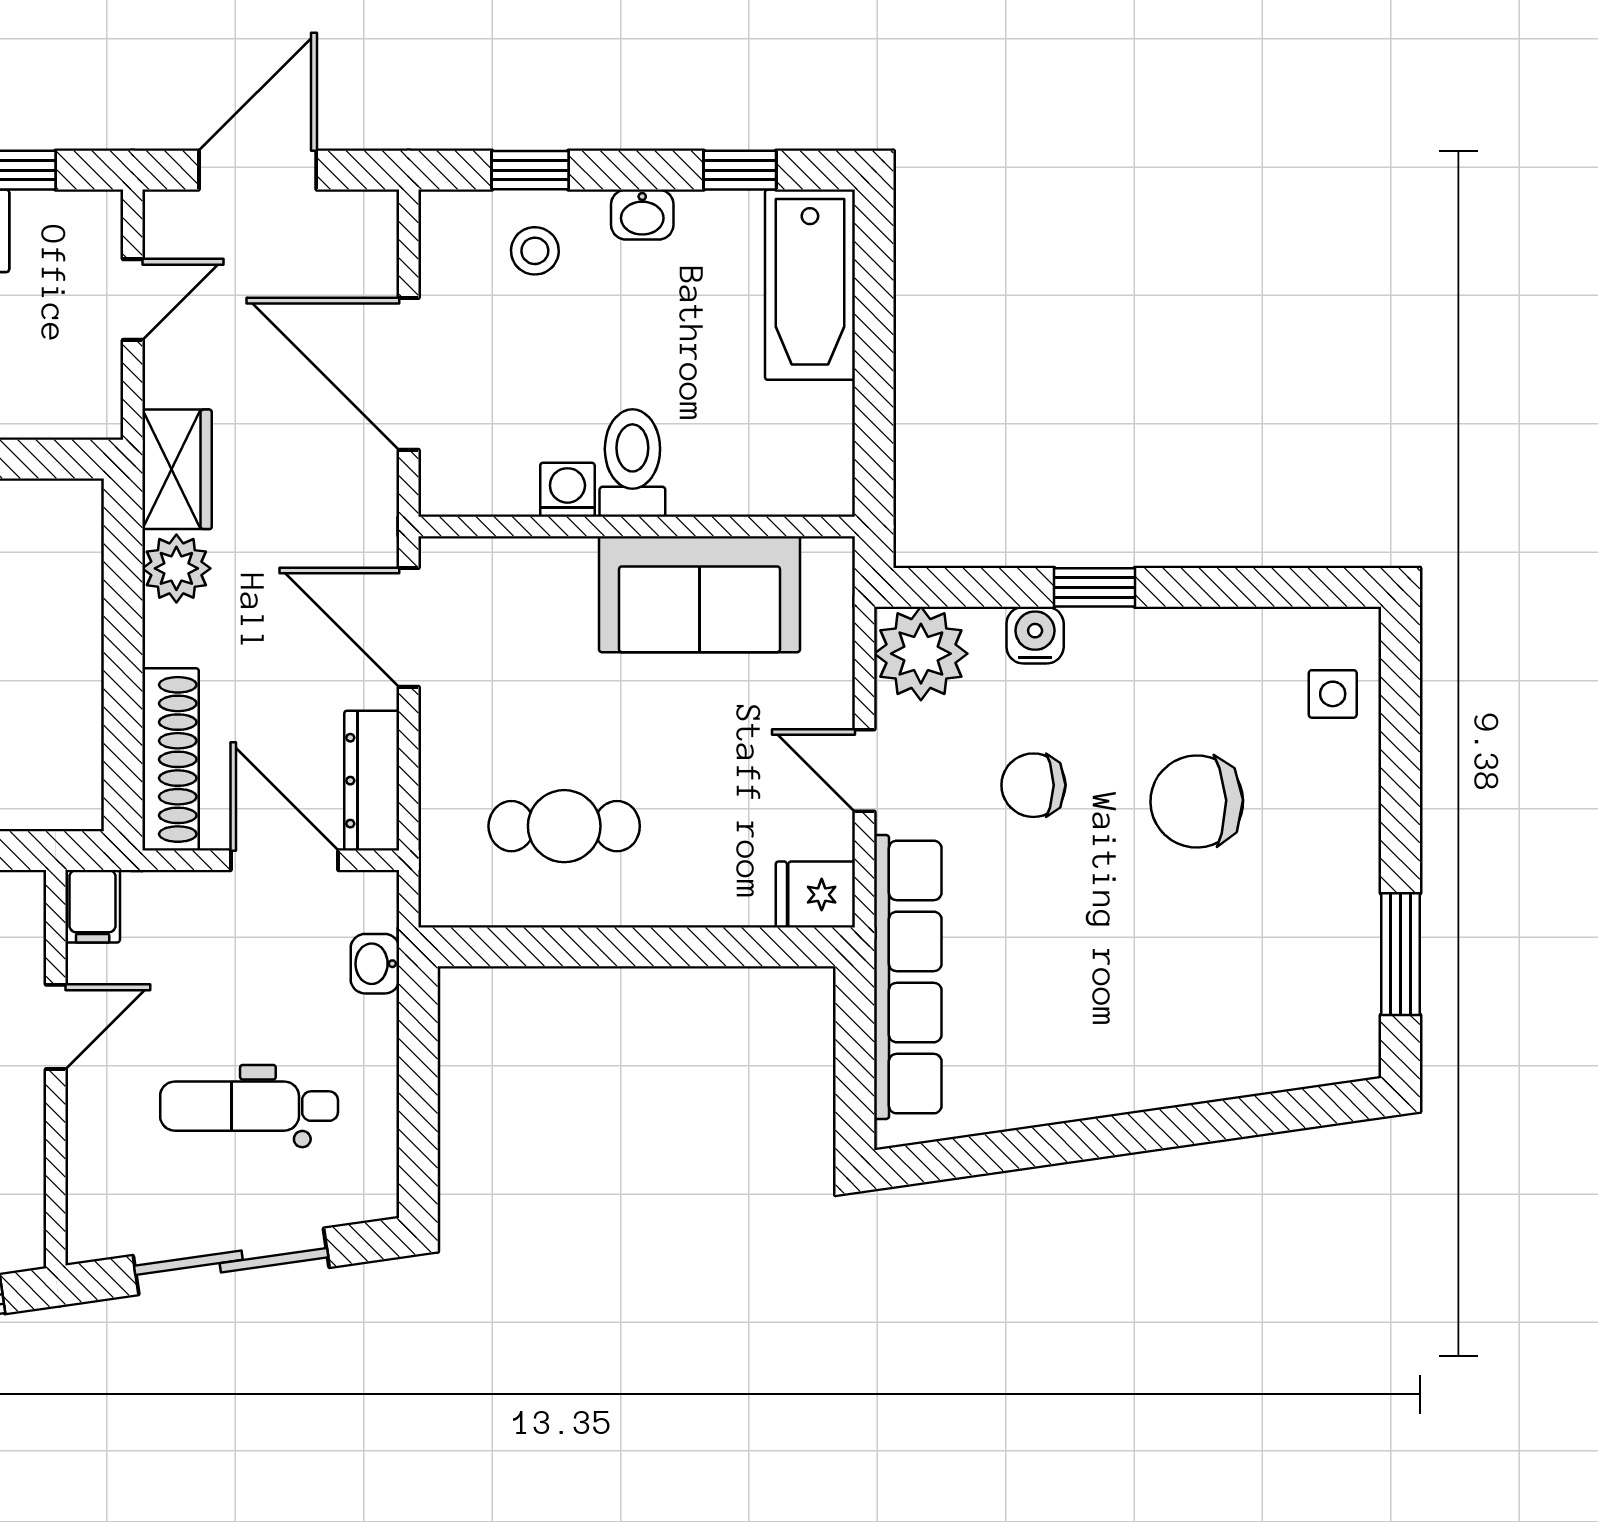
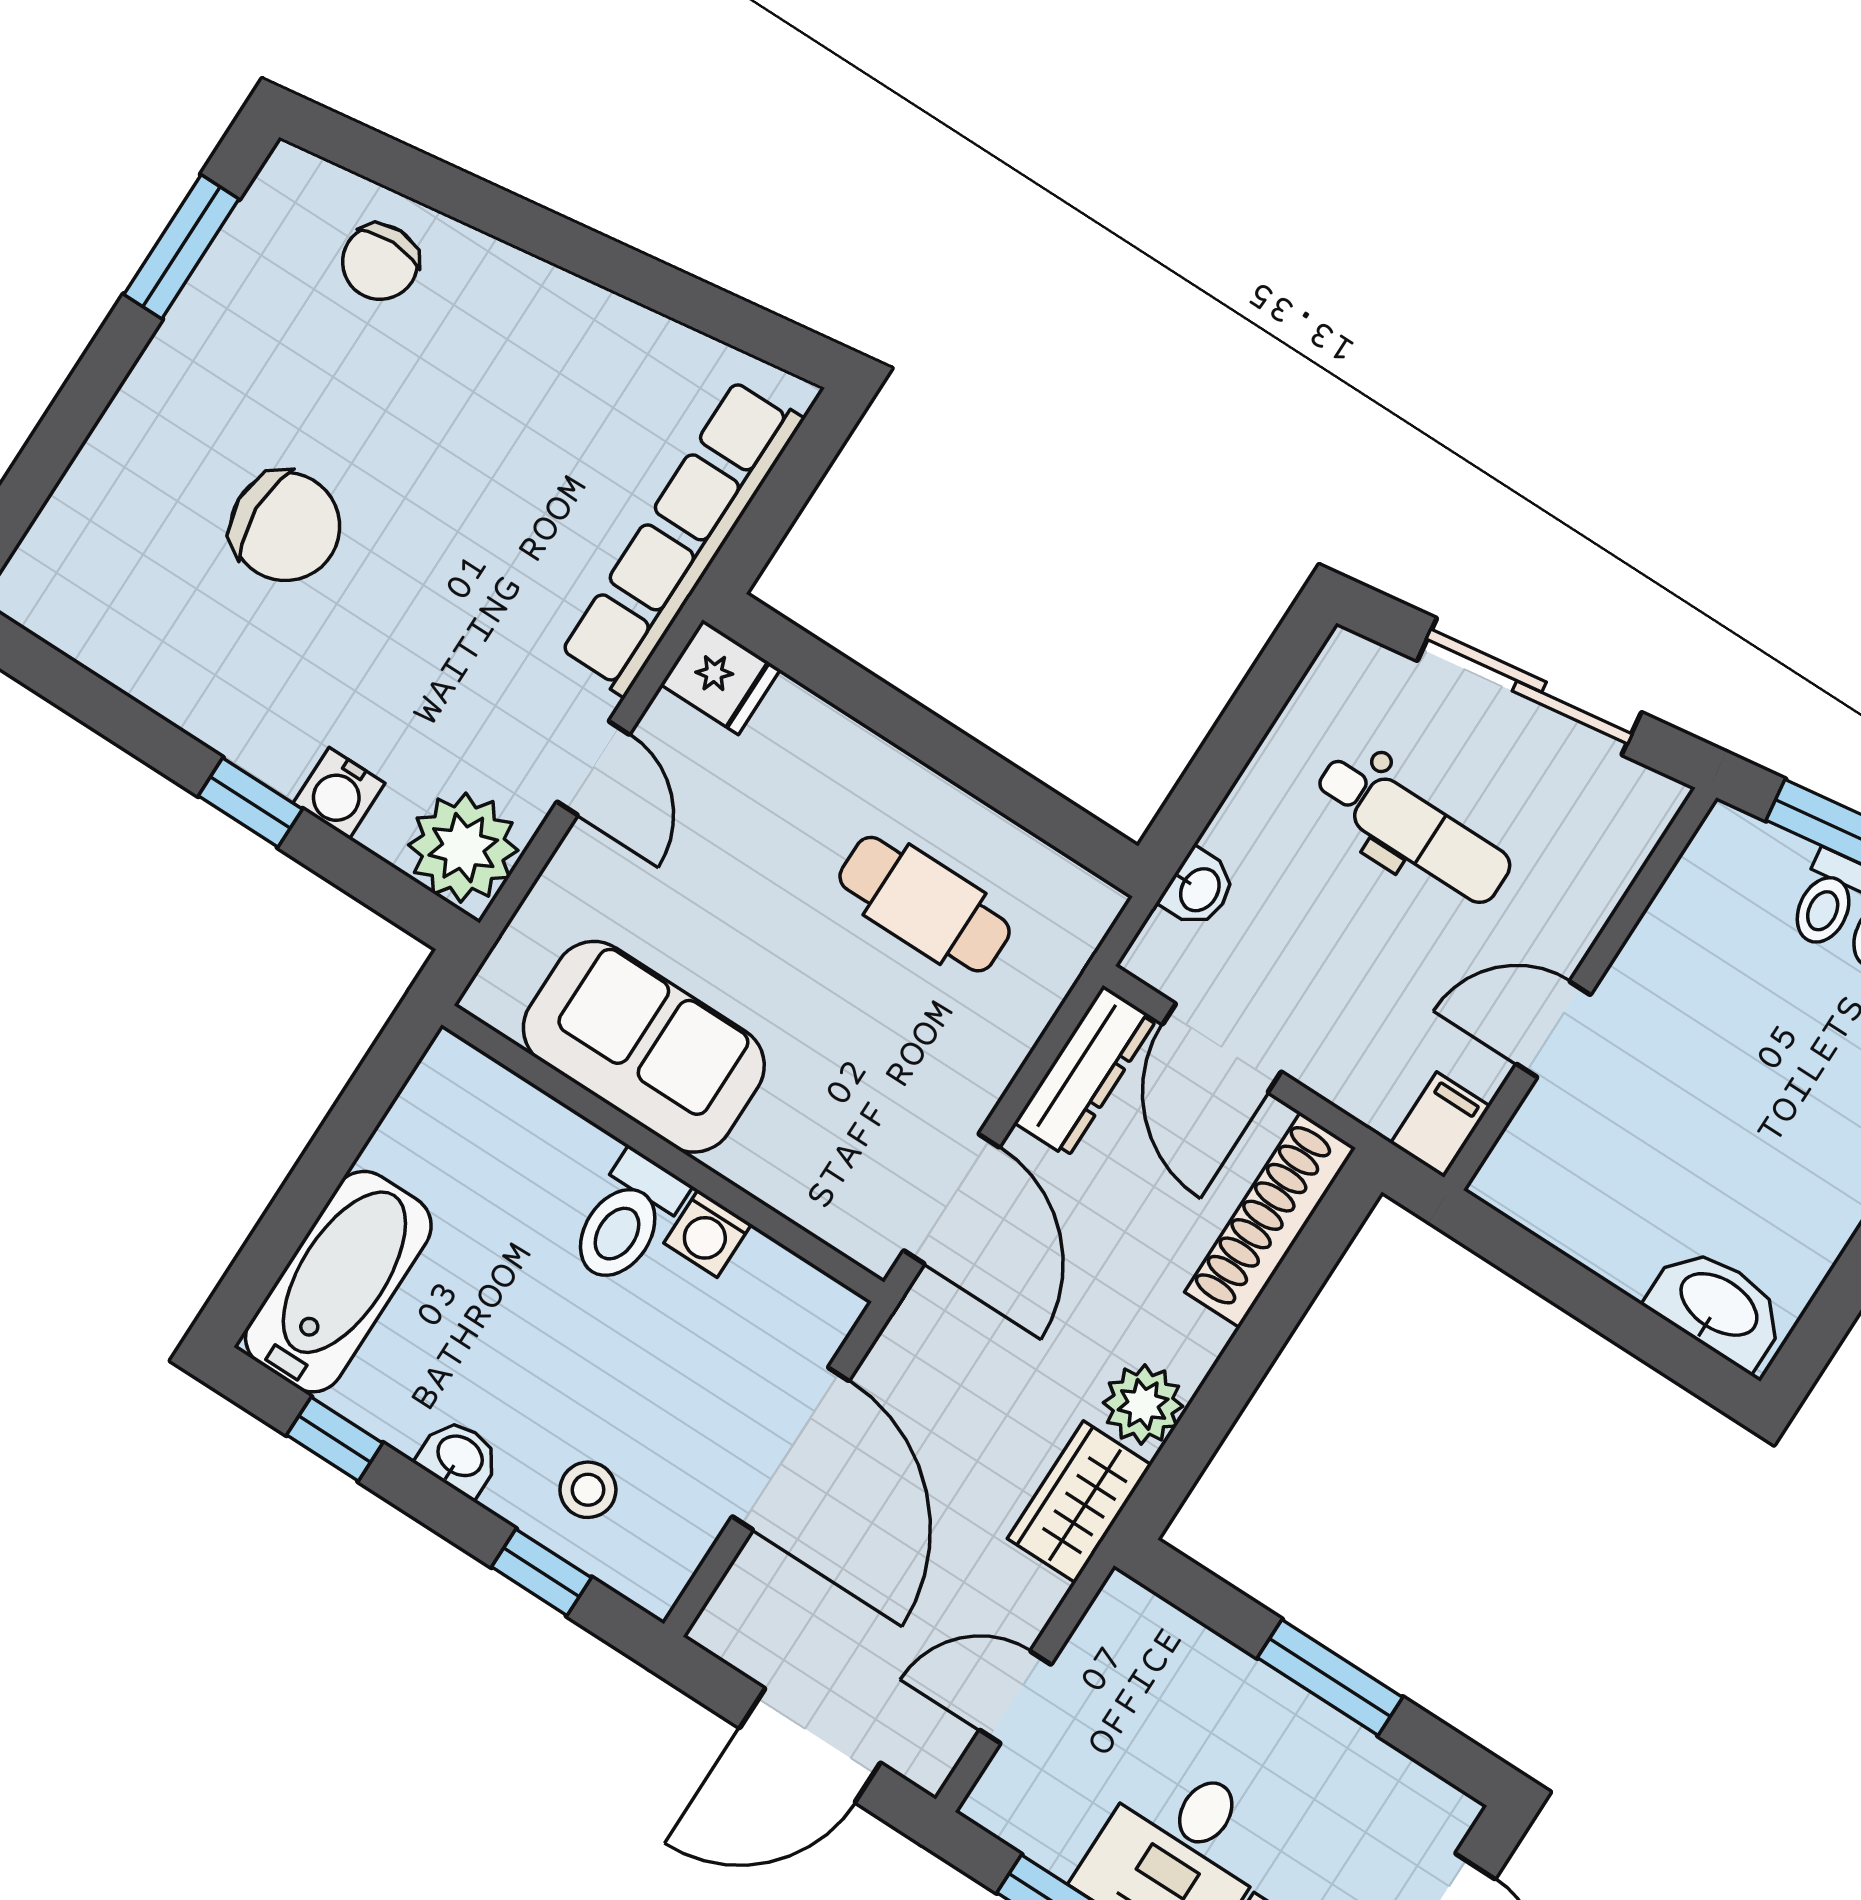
side table: (1333, 694) -> (83, 546), removed
chair: (1033, 785) -> (380, 262), moved, turned 90

